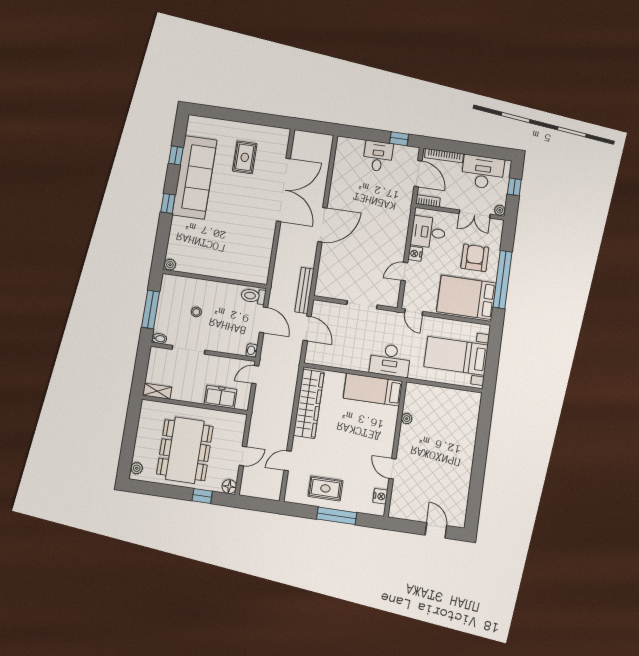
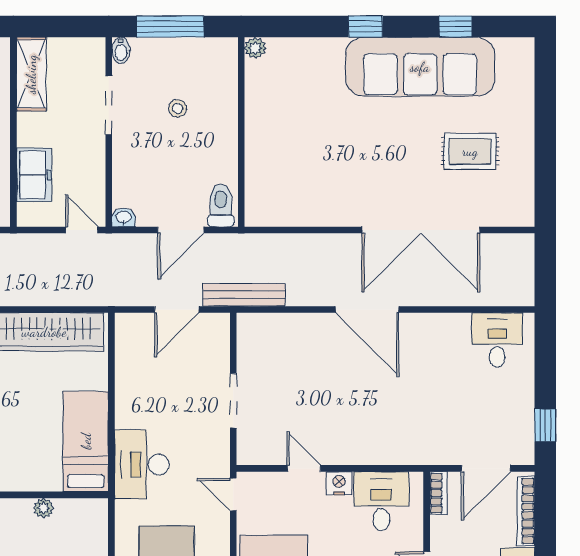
desk: (378, 156) -> (497, 340), moved, turned -90
door: (414, 312) -> (233, 495), hinge flipped
shelving: (157, 391) -> (31, 74), width x1.50, depth x1.33

